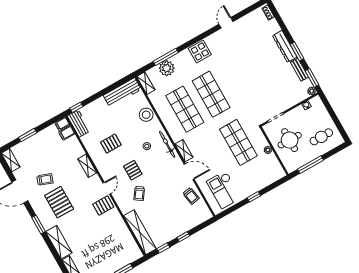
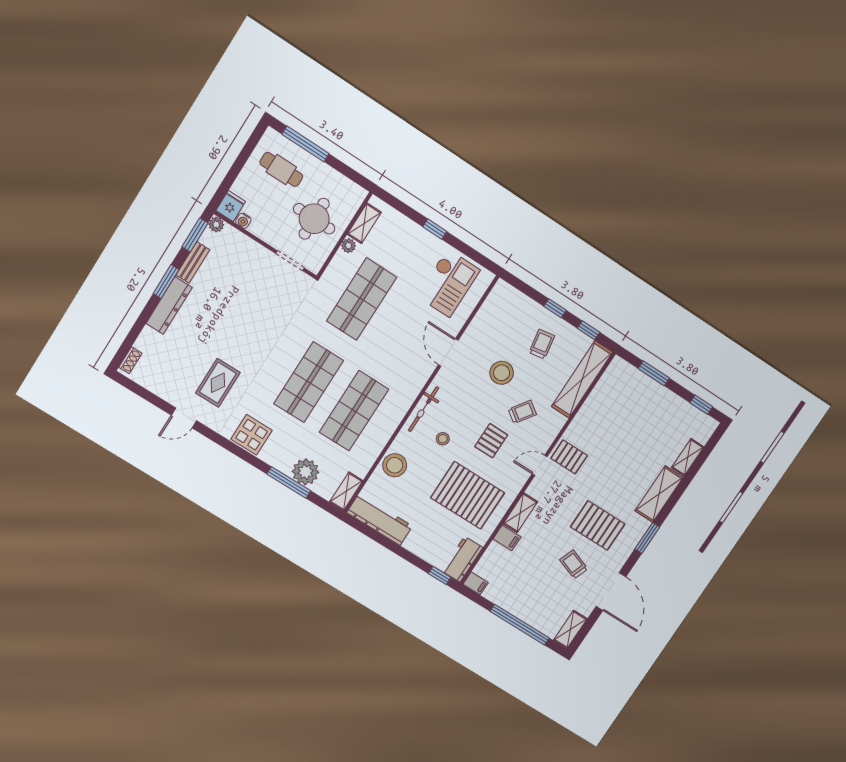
rug: (234, 49) -> (218, 383), added
fridge: (317, 103) -> (231, 206), added
filing cabinet: (67, 133) -> (507, 538), moved
window: (28, 135) -> (520, 625), width x2.11
pallet: (111, 144) -> (468, 495), width x2.05, depth x2.00
shelving: (184, 151) -> (364, 223), moved
window: (311, 165) -> (306, 144), moved
stool: (165, 193) -> (502, 373), added
trolley: (191, 196) -> (542, 344), moved
pallet: (59, 202) -> (598, 525), turned 90

